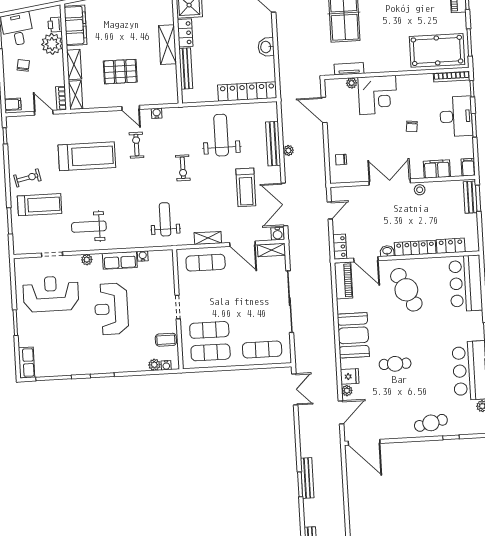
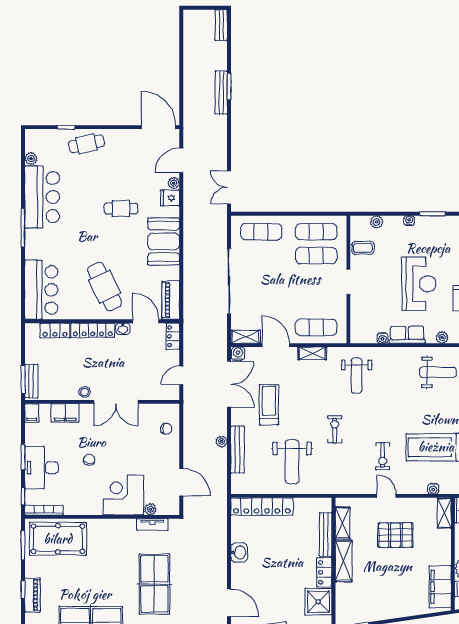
shelving: (74, 65) -> (342, 523), moved
water cooler: (157, 113) -> (433, 489), moved
water cooler: (166, 365) -> (409, 221), moved

